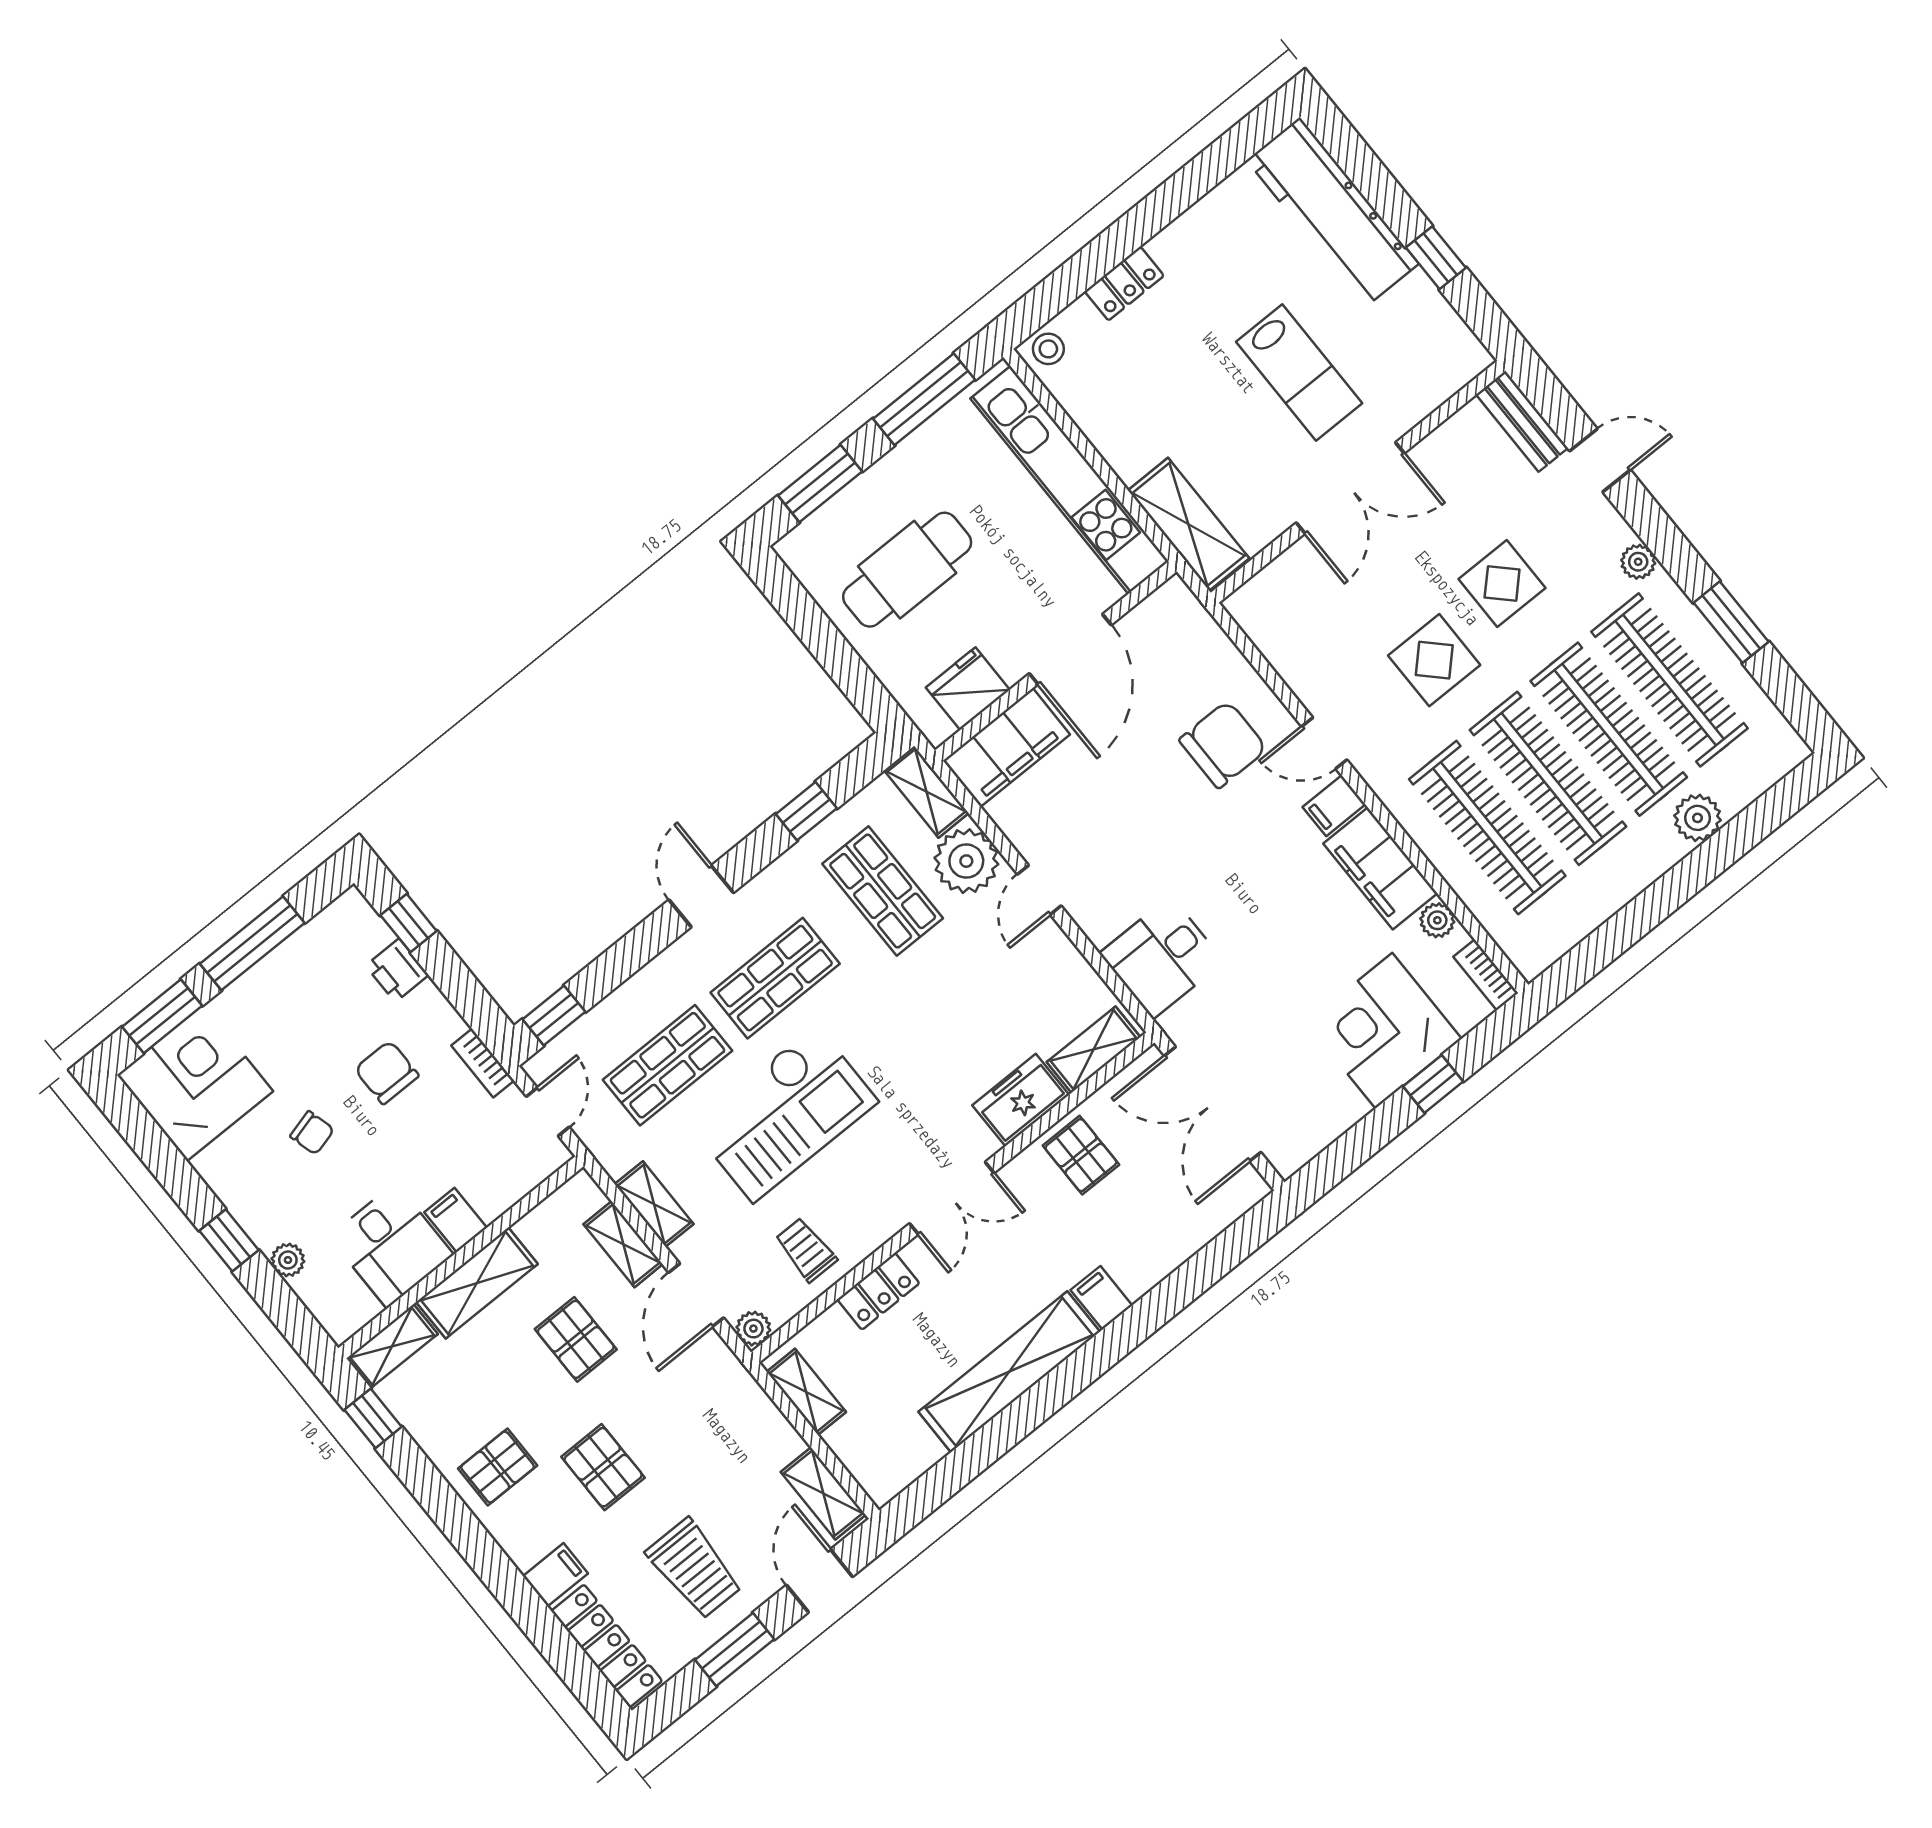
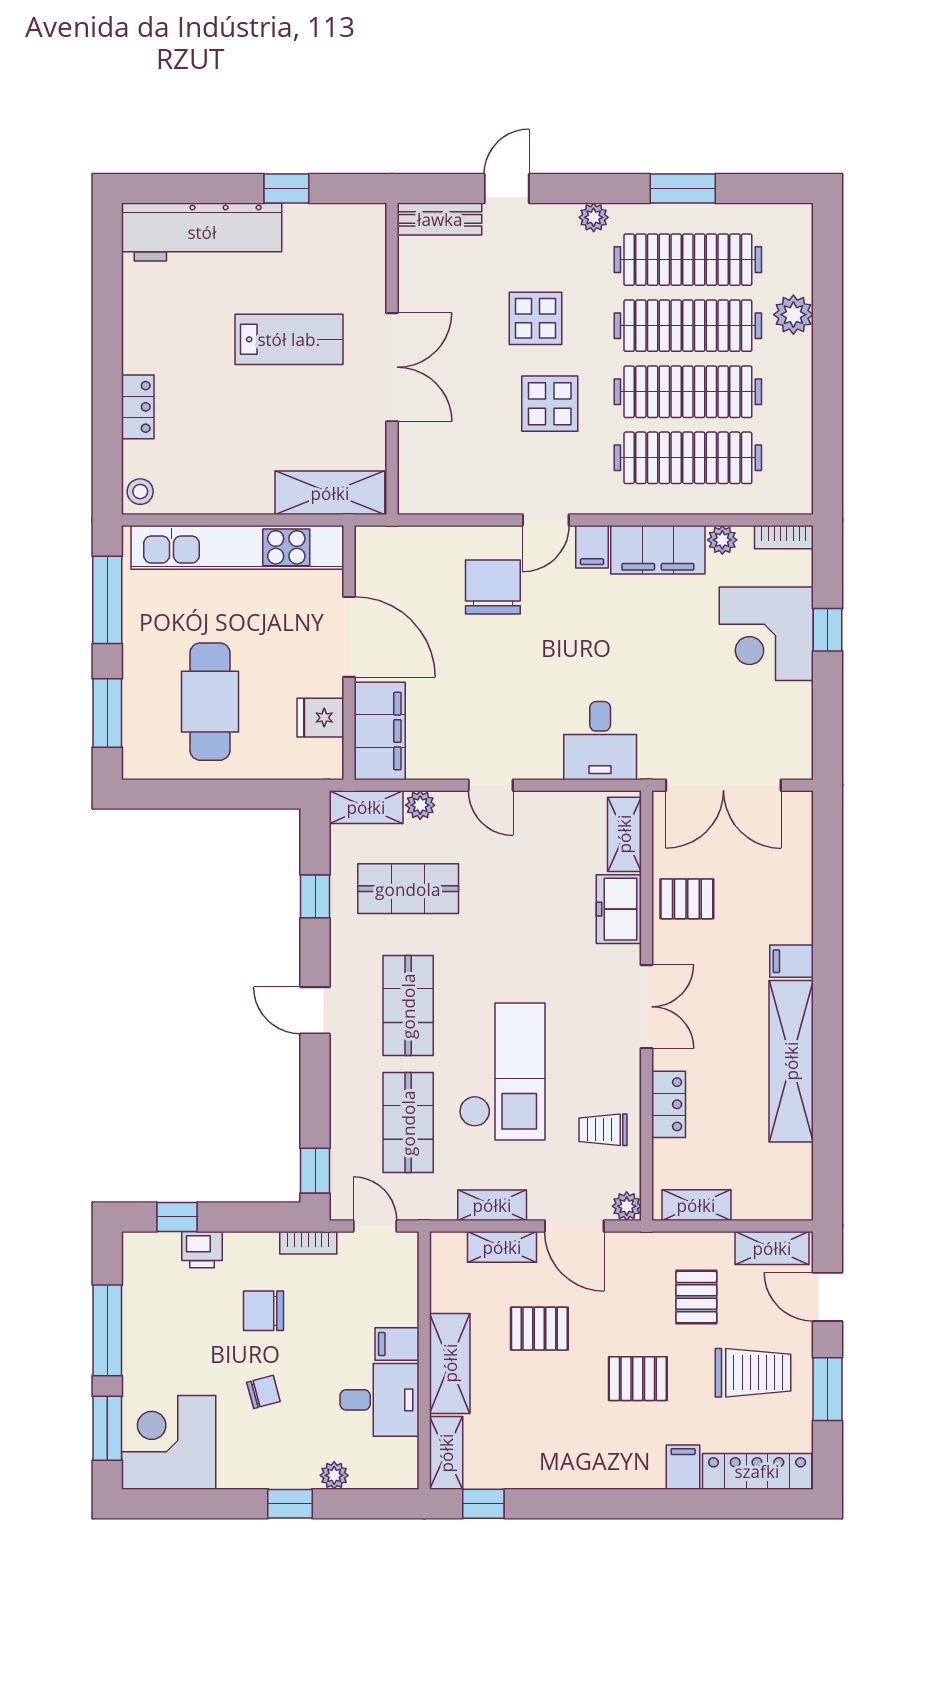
fridge: (968, 689) -> (320, 718), width x0.72
plant: (966, 861) -> (420, 805), width x0.53, depth x0.53
pallet: (498, 1467) -> (696, 1297), moved

